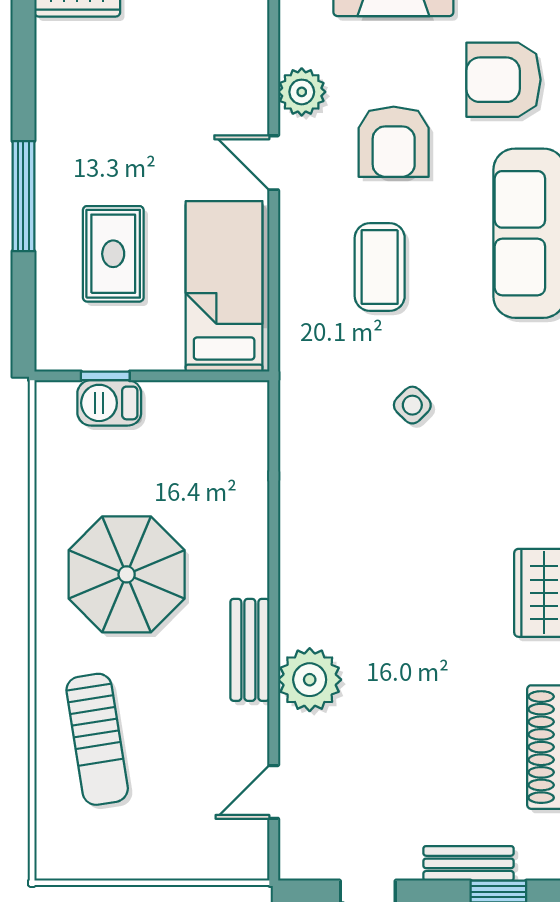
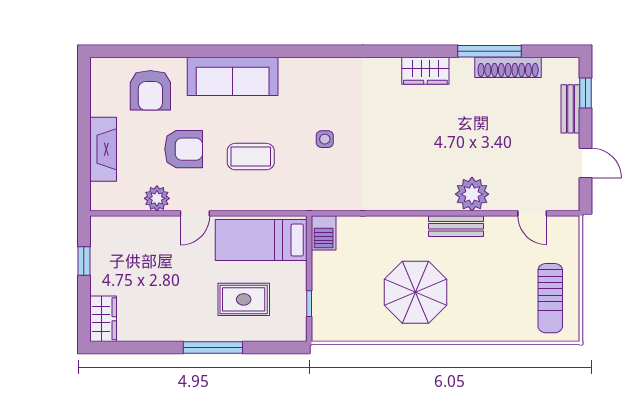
barbecue: (109, 403) -> (324, 233), moved
side table: (412, 405) -> (325, 139), turned 45
sun lounger: (97, 739) -> (550, 298), moved, turned 99

